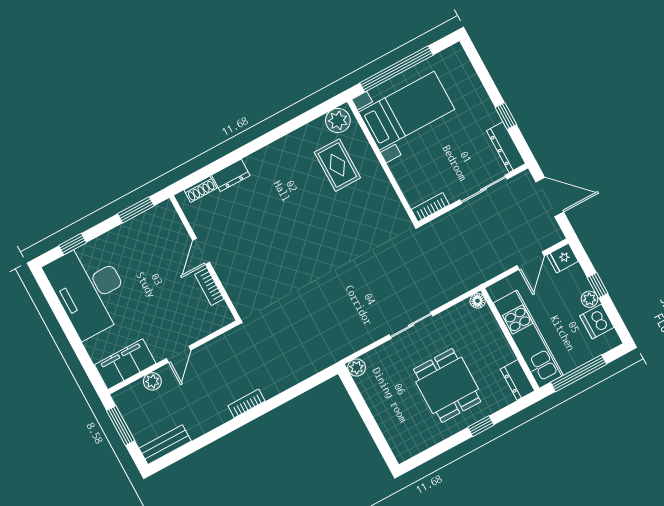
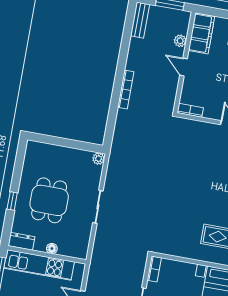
bookcase: (209, 287) -> (190, 110), moved
floor lamp: (478, 301) -> (52, 249), moved
dining table: (447, 385) -> (49, 200), turned 90
bookcase: (247, 403) -> (126, 89), width x1.56

